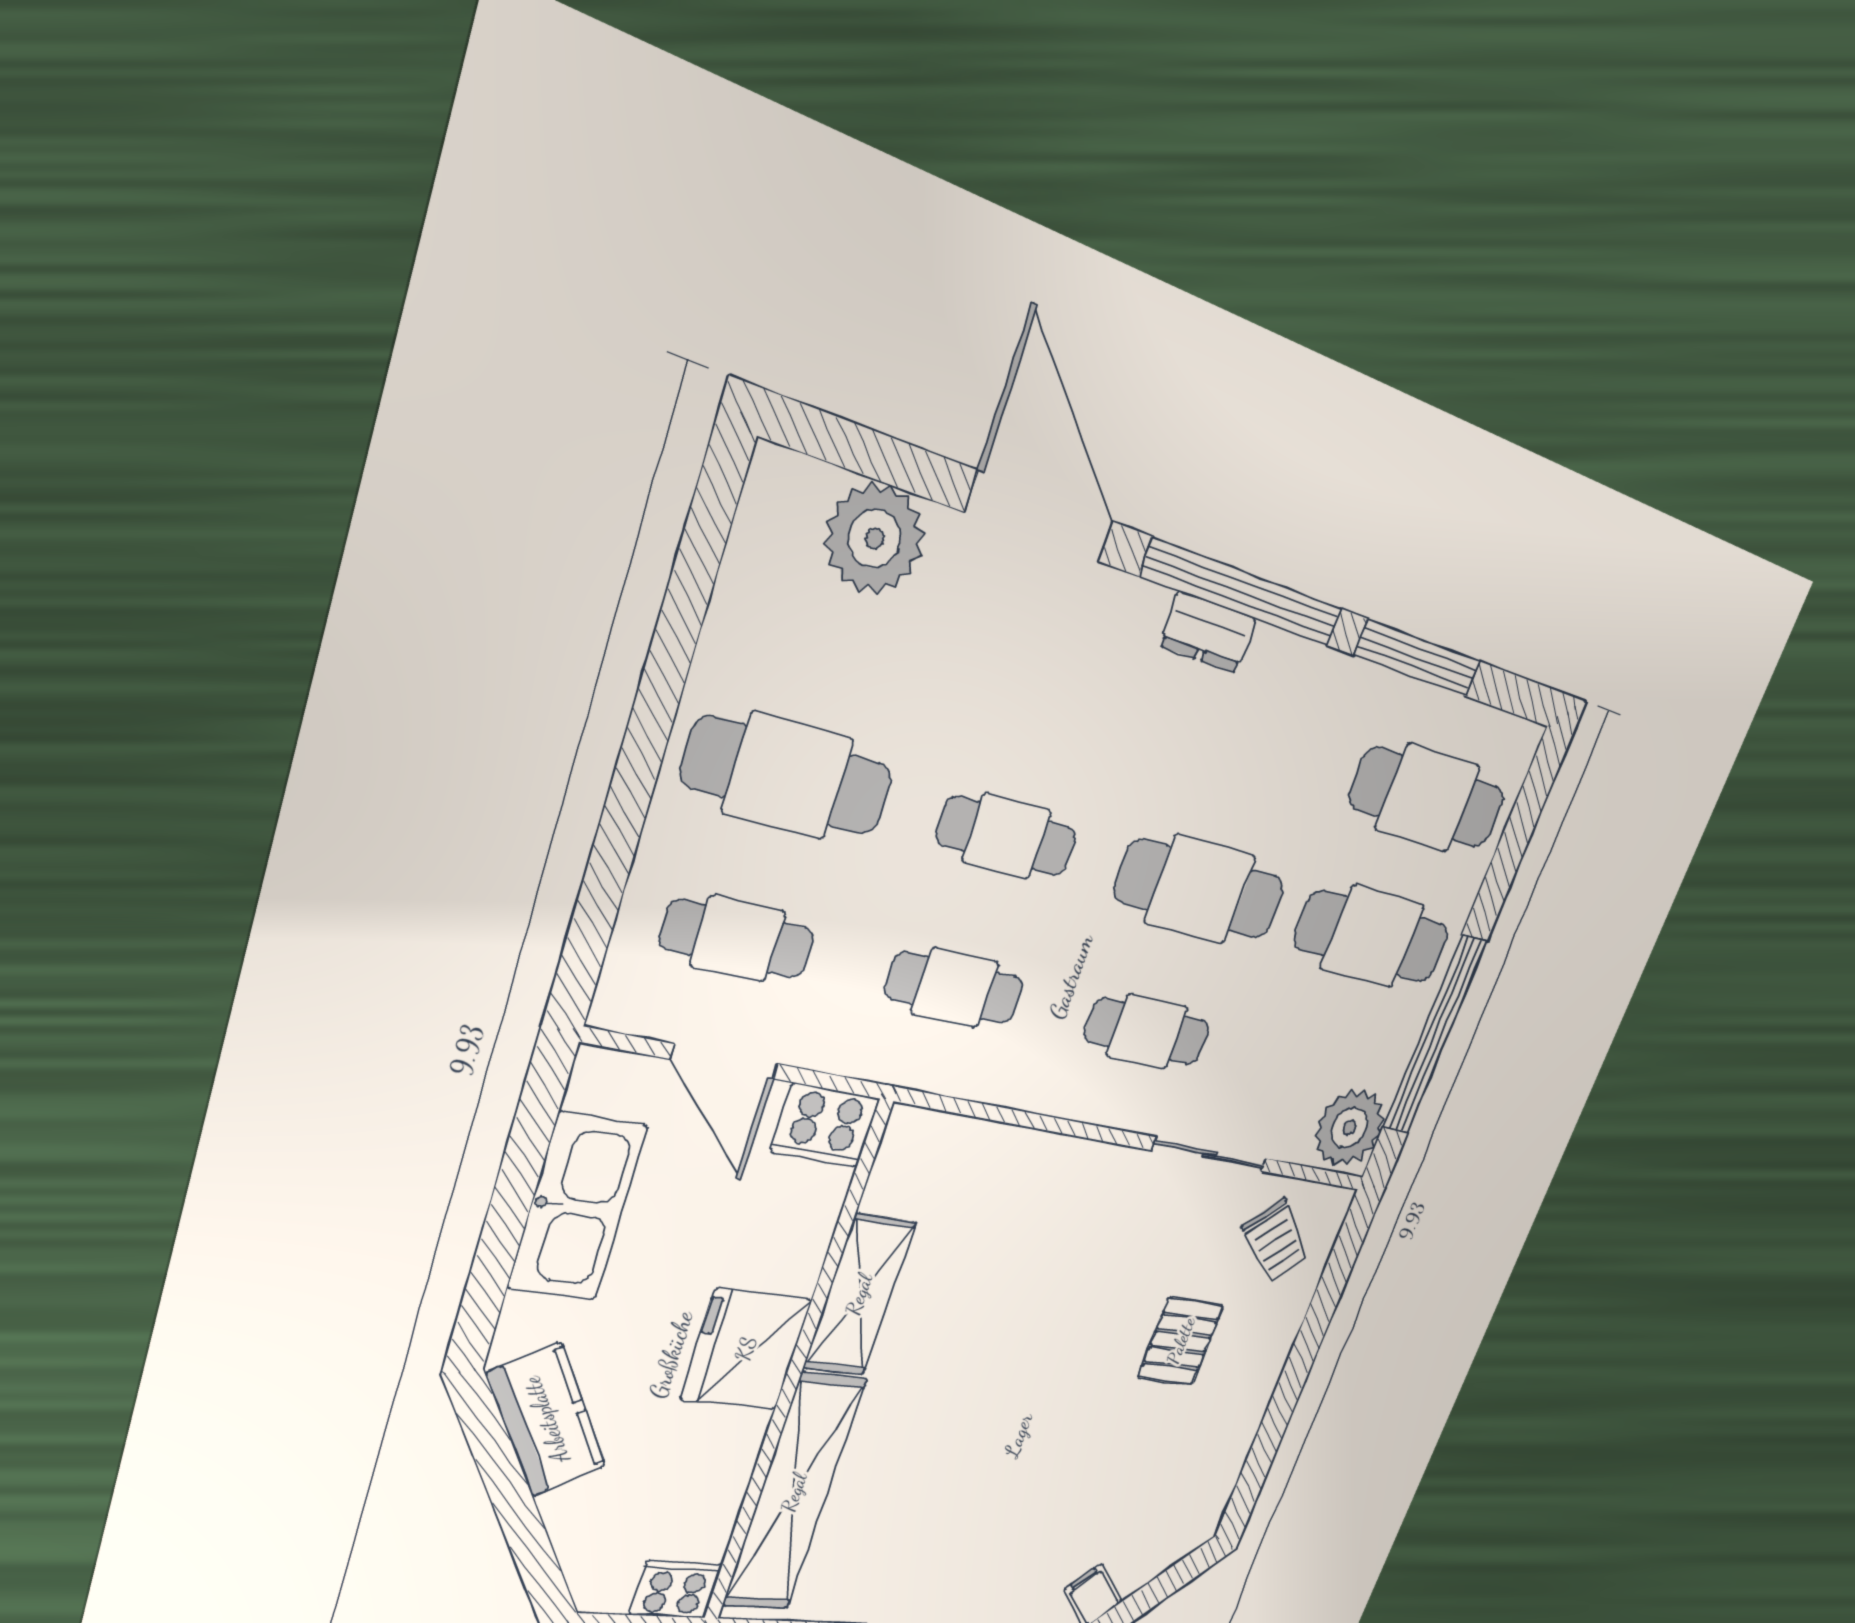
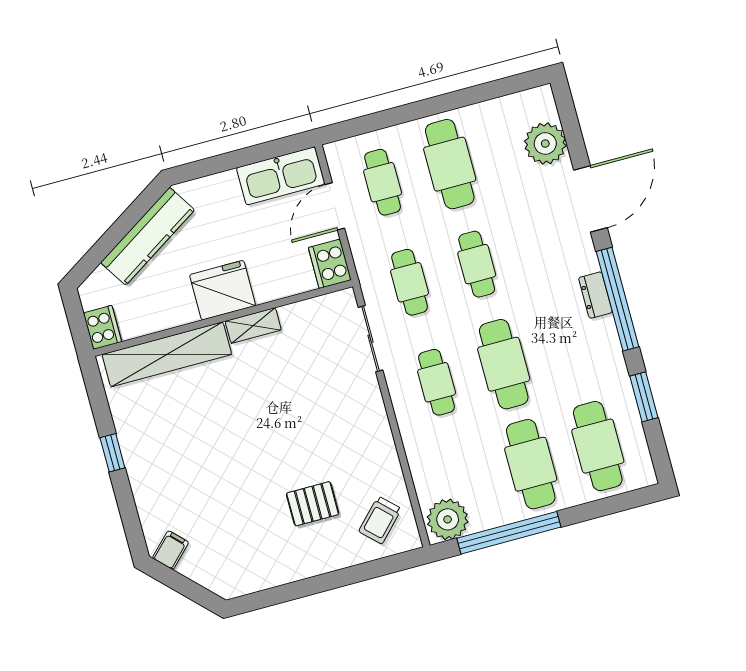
window: (1418, 658) -> (644, 397), width x0.69
sliding door: (1210, 1154) -> (371, 339), moved
kitchen sink: (577, 1207) -> (281, 176), moved
shelving: (859, 1295) -> (253, 326), width x0.67, depth x0.75
kitchen counter: (546, 1420) -> (148, 236), width x1.50

